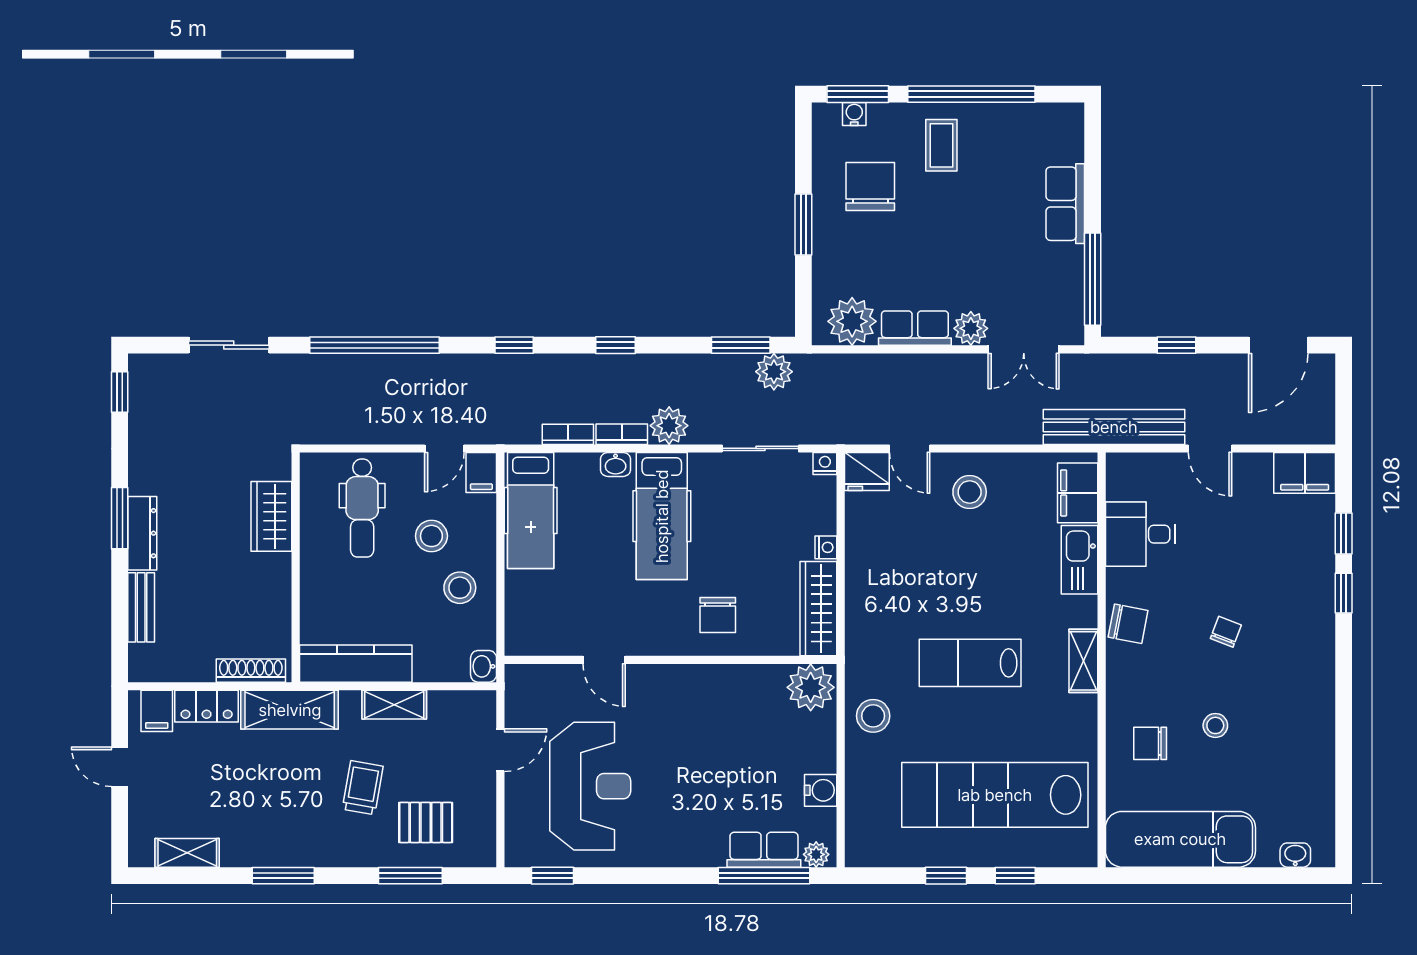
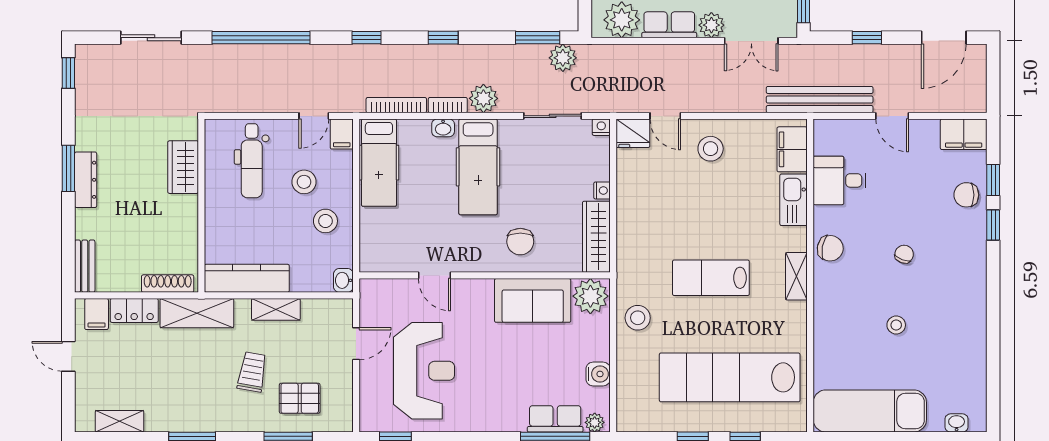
bookcase: (568, 434) -> (396, 105), width x1.56
bench: (141, 607) -> (85, 266), moved
sofa: (734, 693) -> (533, 300), added
chair: (1150, 743) -> (966, 195), moved

